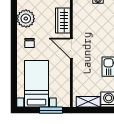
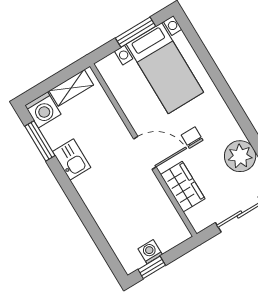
chair: (29, 43) -> (192, 138), moved
window: (51, 110) -> (135, 32), moved

